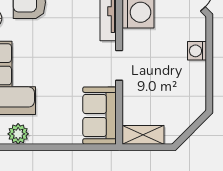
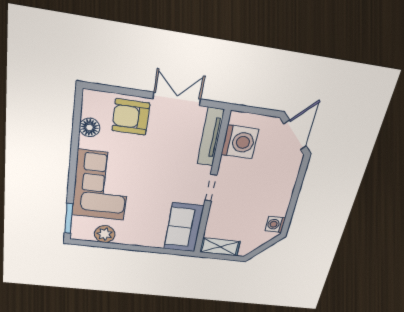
washing machine: (197, 51) -> (275, 224), moved

